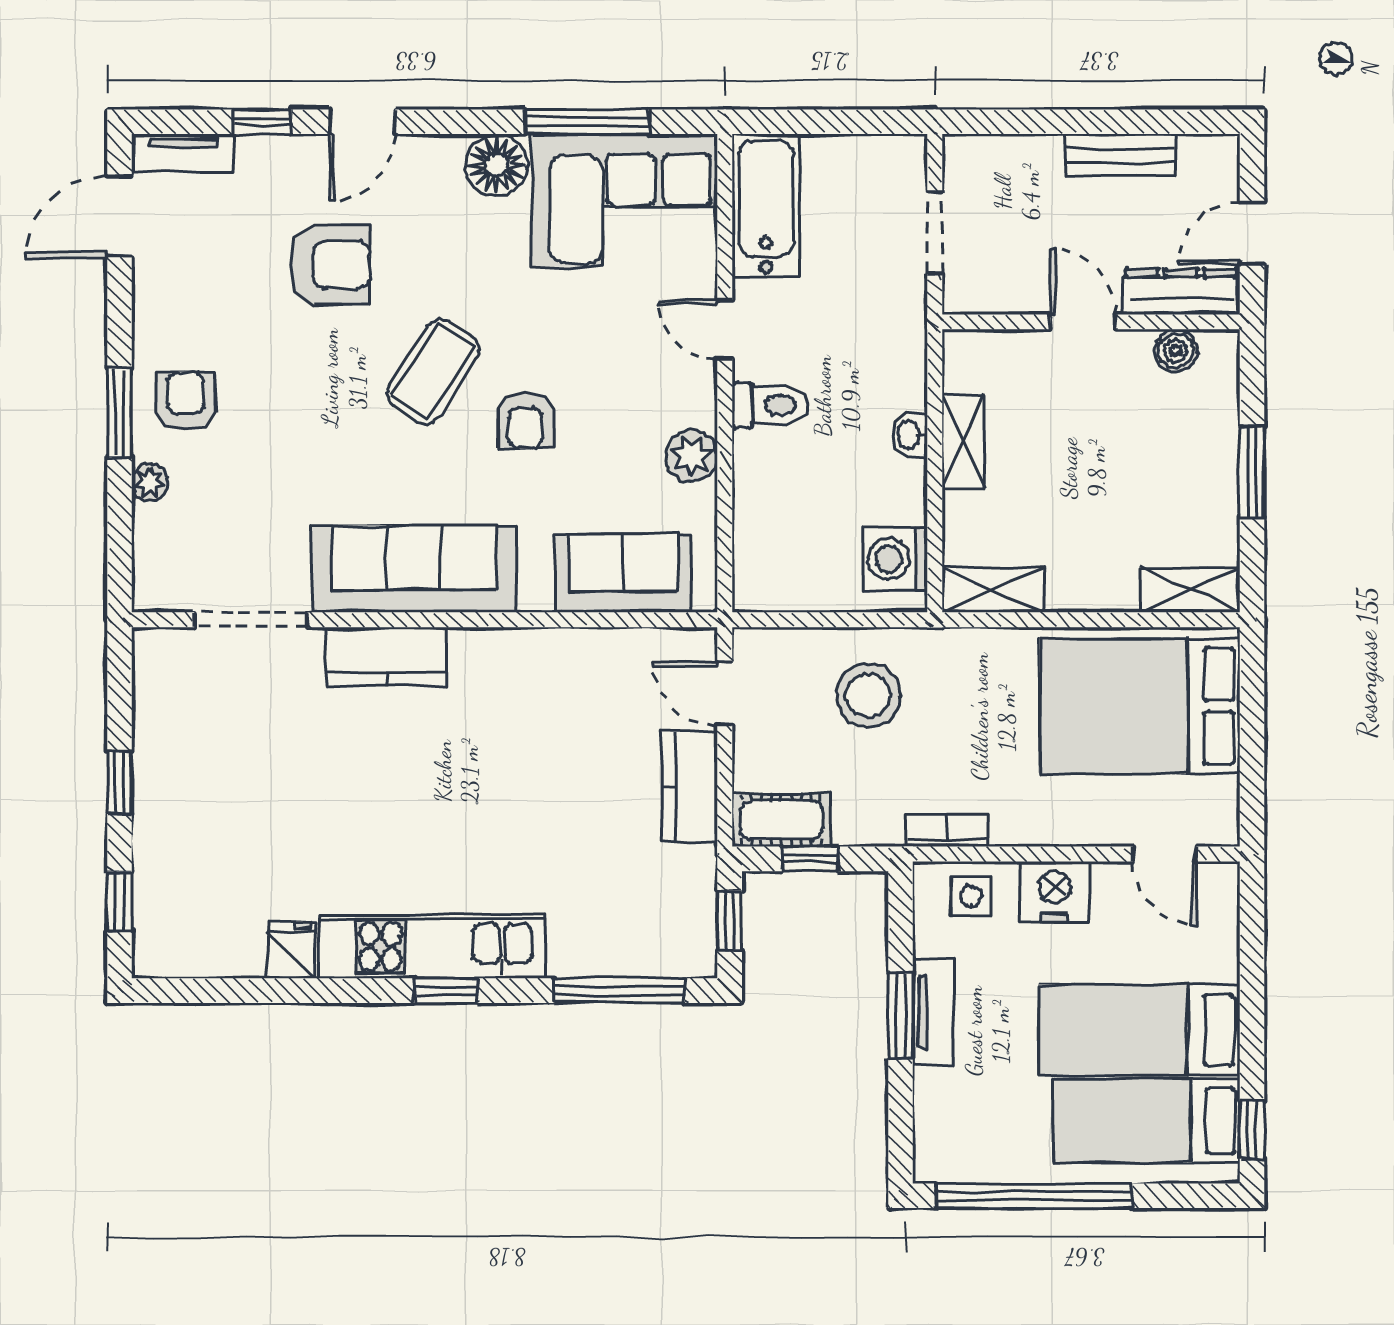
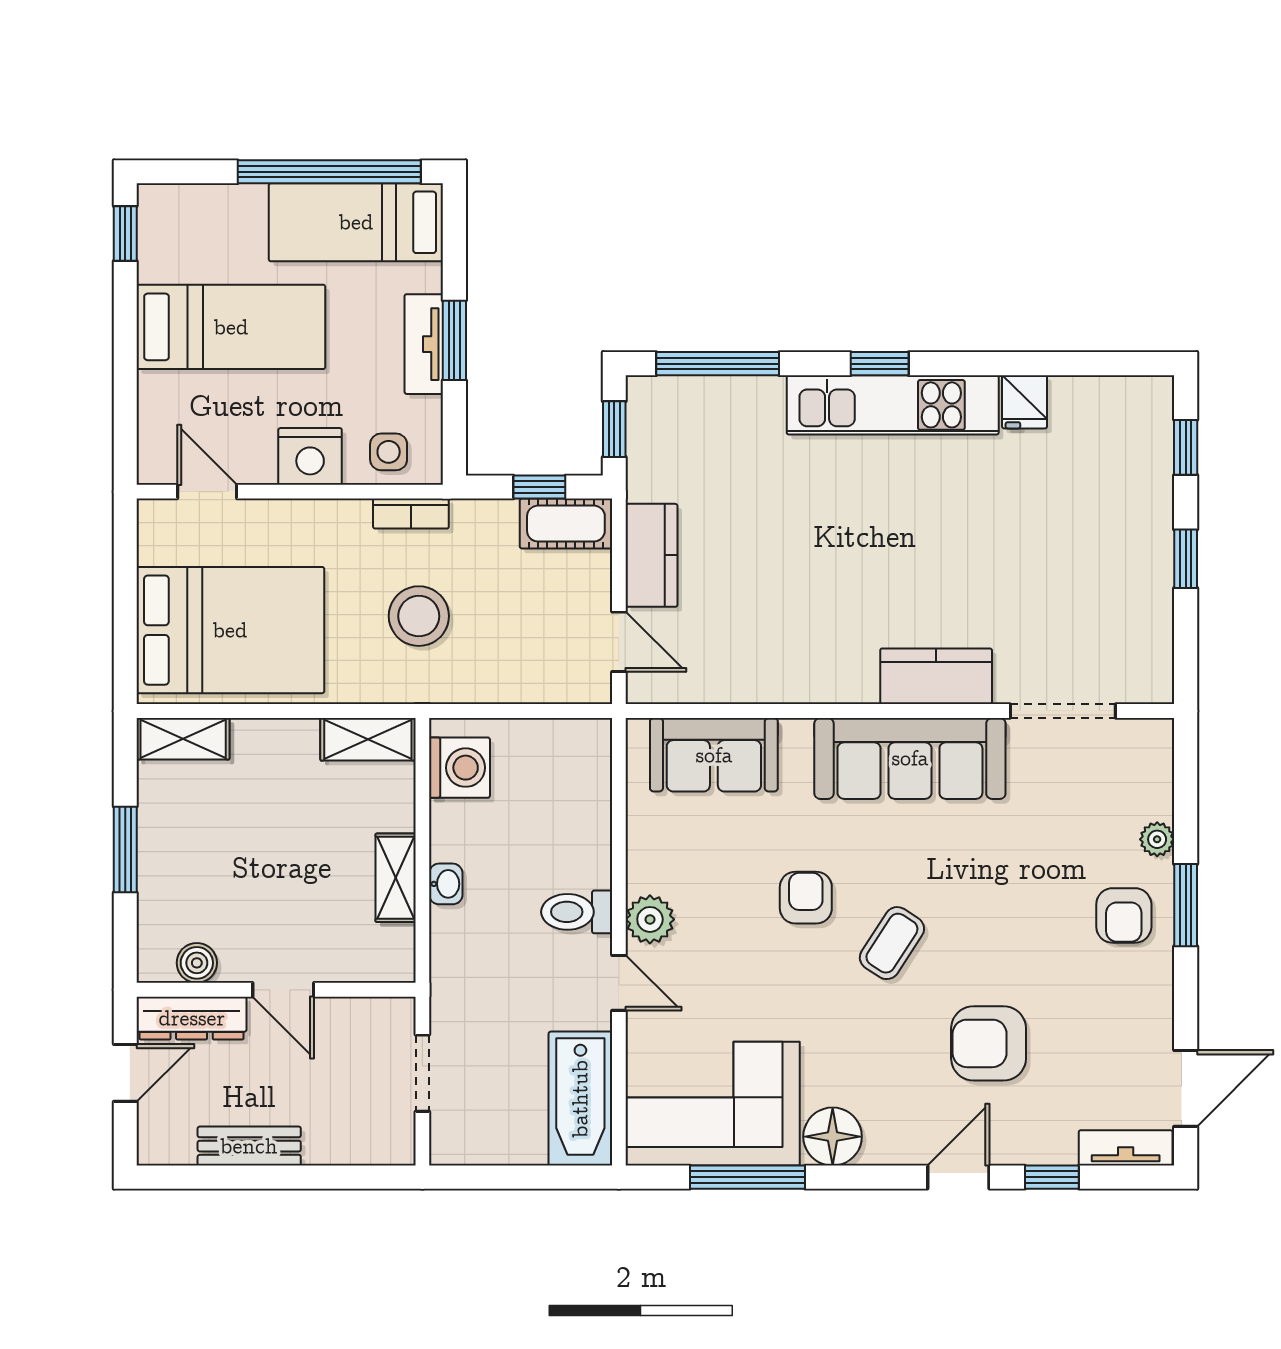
coffee table: (433, 372) -> (892, 943), width x0.73, depth x0.77
plant: (692, 456) -> (650, 919), moved
stool: (868, 695) -> (419, 616), moved
bed: (1147, 1121) -> (356, 222), moved, turned 180

